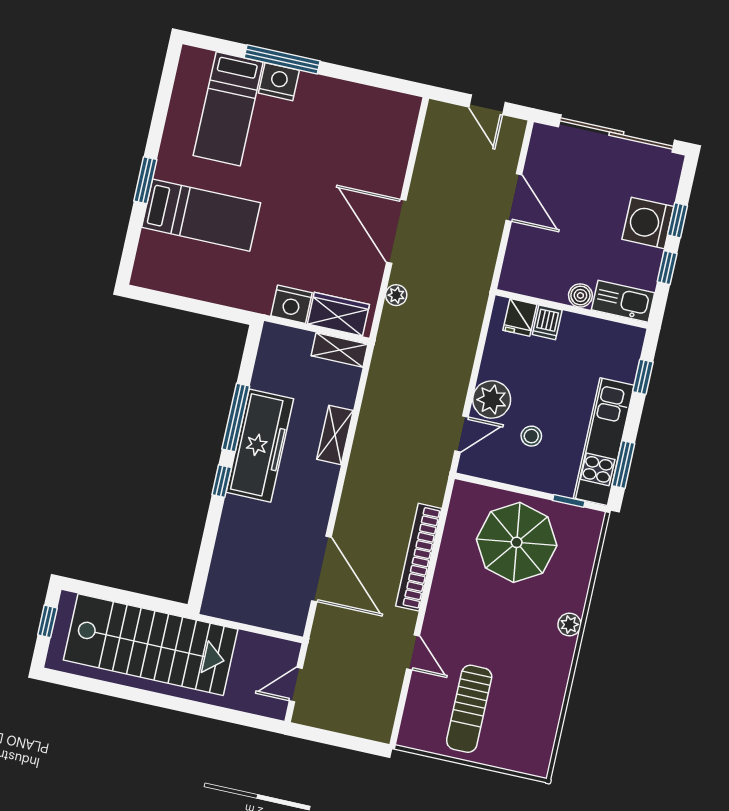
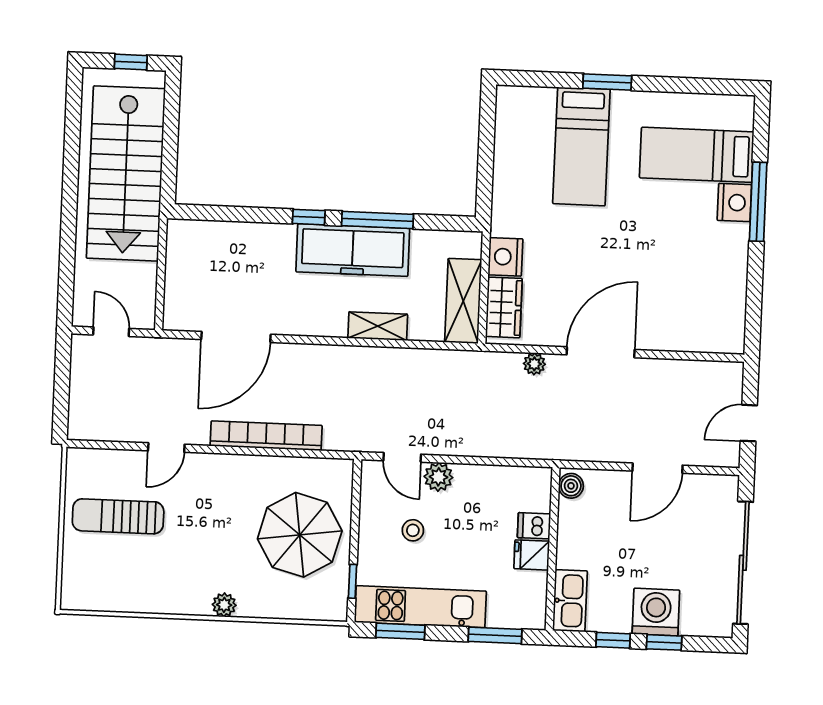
boiler: (580, 295) -> (571, 486), moved
fridge: (520, 317) -> (532, 555), moved
shelving: (340, 350) -> (463, 301), width x1.50, depth x1.33
window: (643, 377) -> (495, 635), width x1.50
plant: (492, 400) -> (438, 477), width x0.73, depth x0.73

